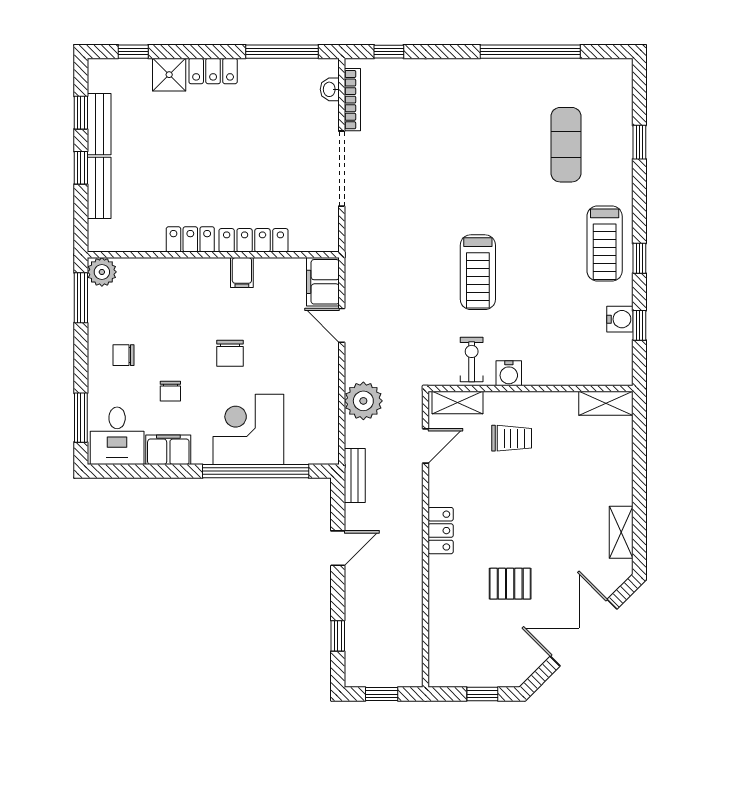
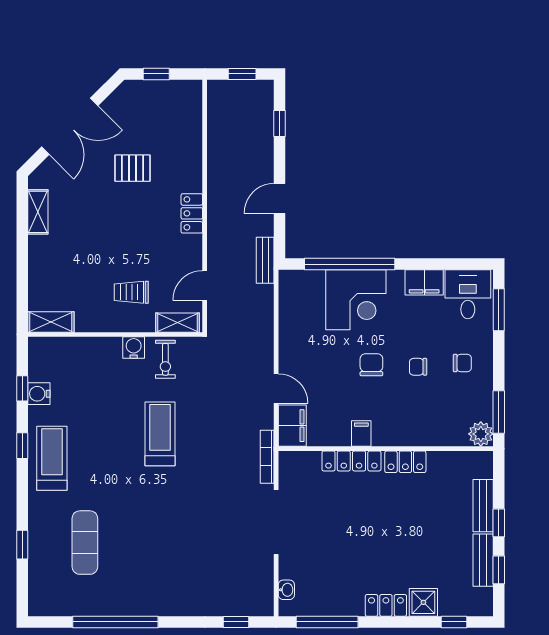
bookcase: (352, 100) -> (267, 457), moved
chair: (170, 391) -> (418, 367), moved, turned -90
plant: (363, 401) -> (258, 324), removed

